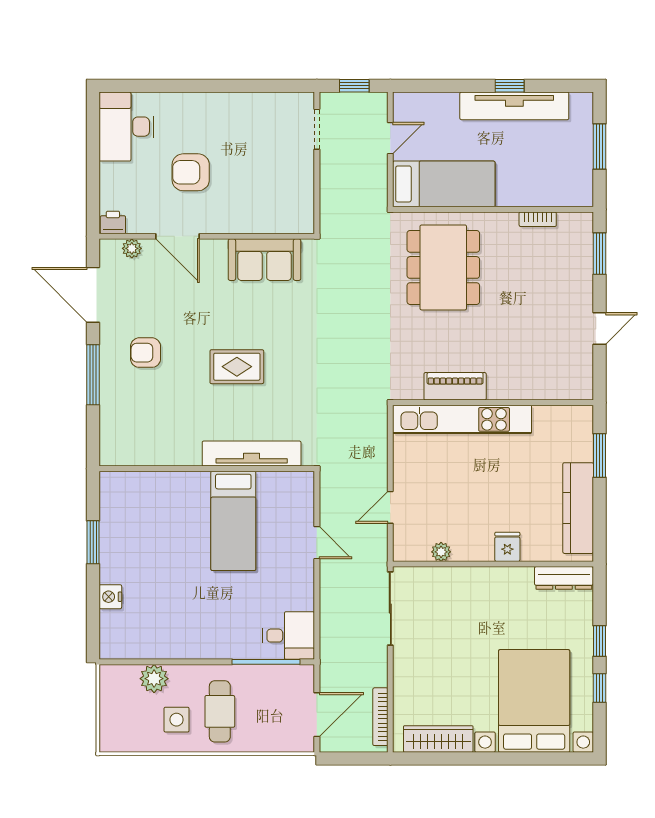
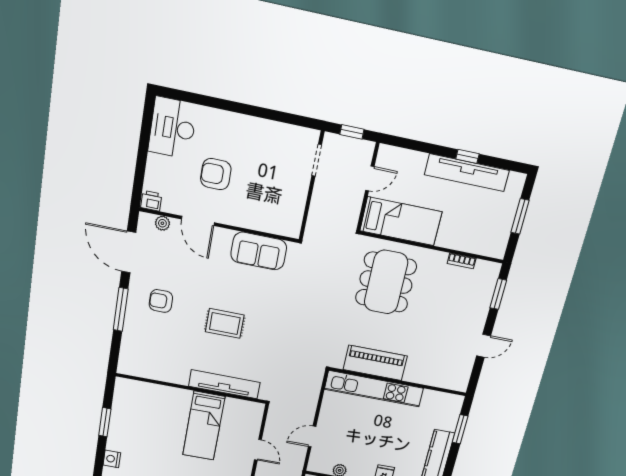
piano: (455, 386) -> (375, 363), width x1.37, depth x1.33

